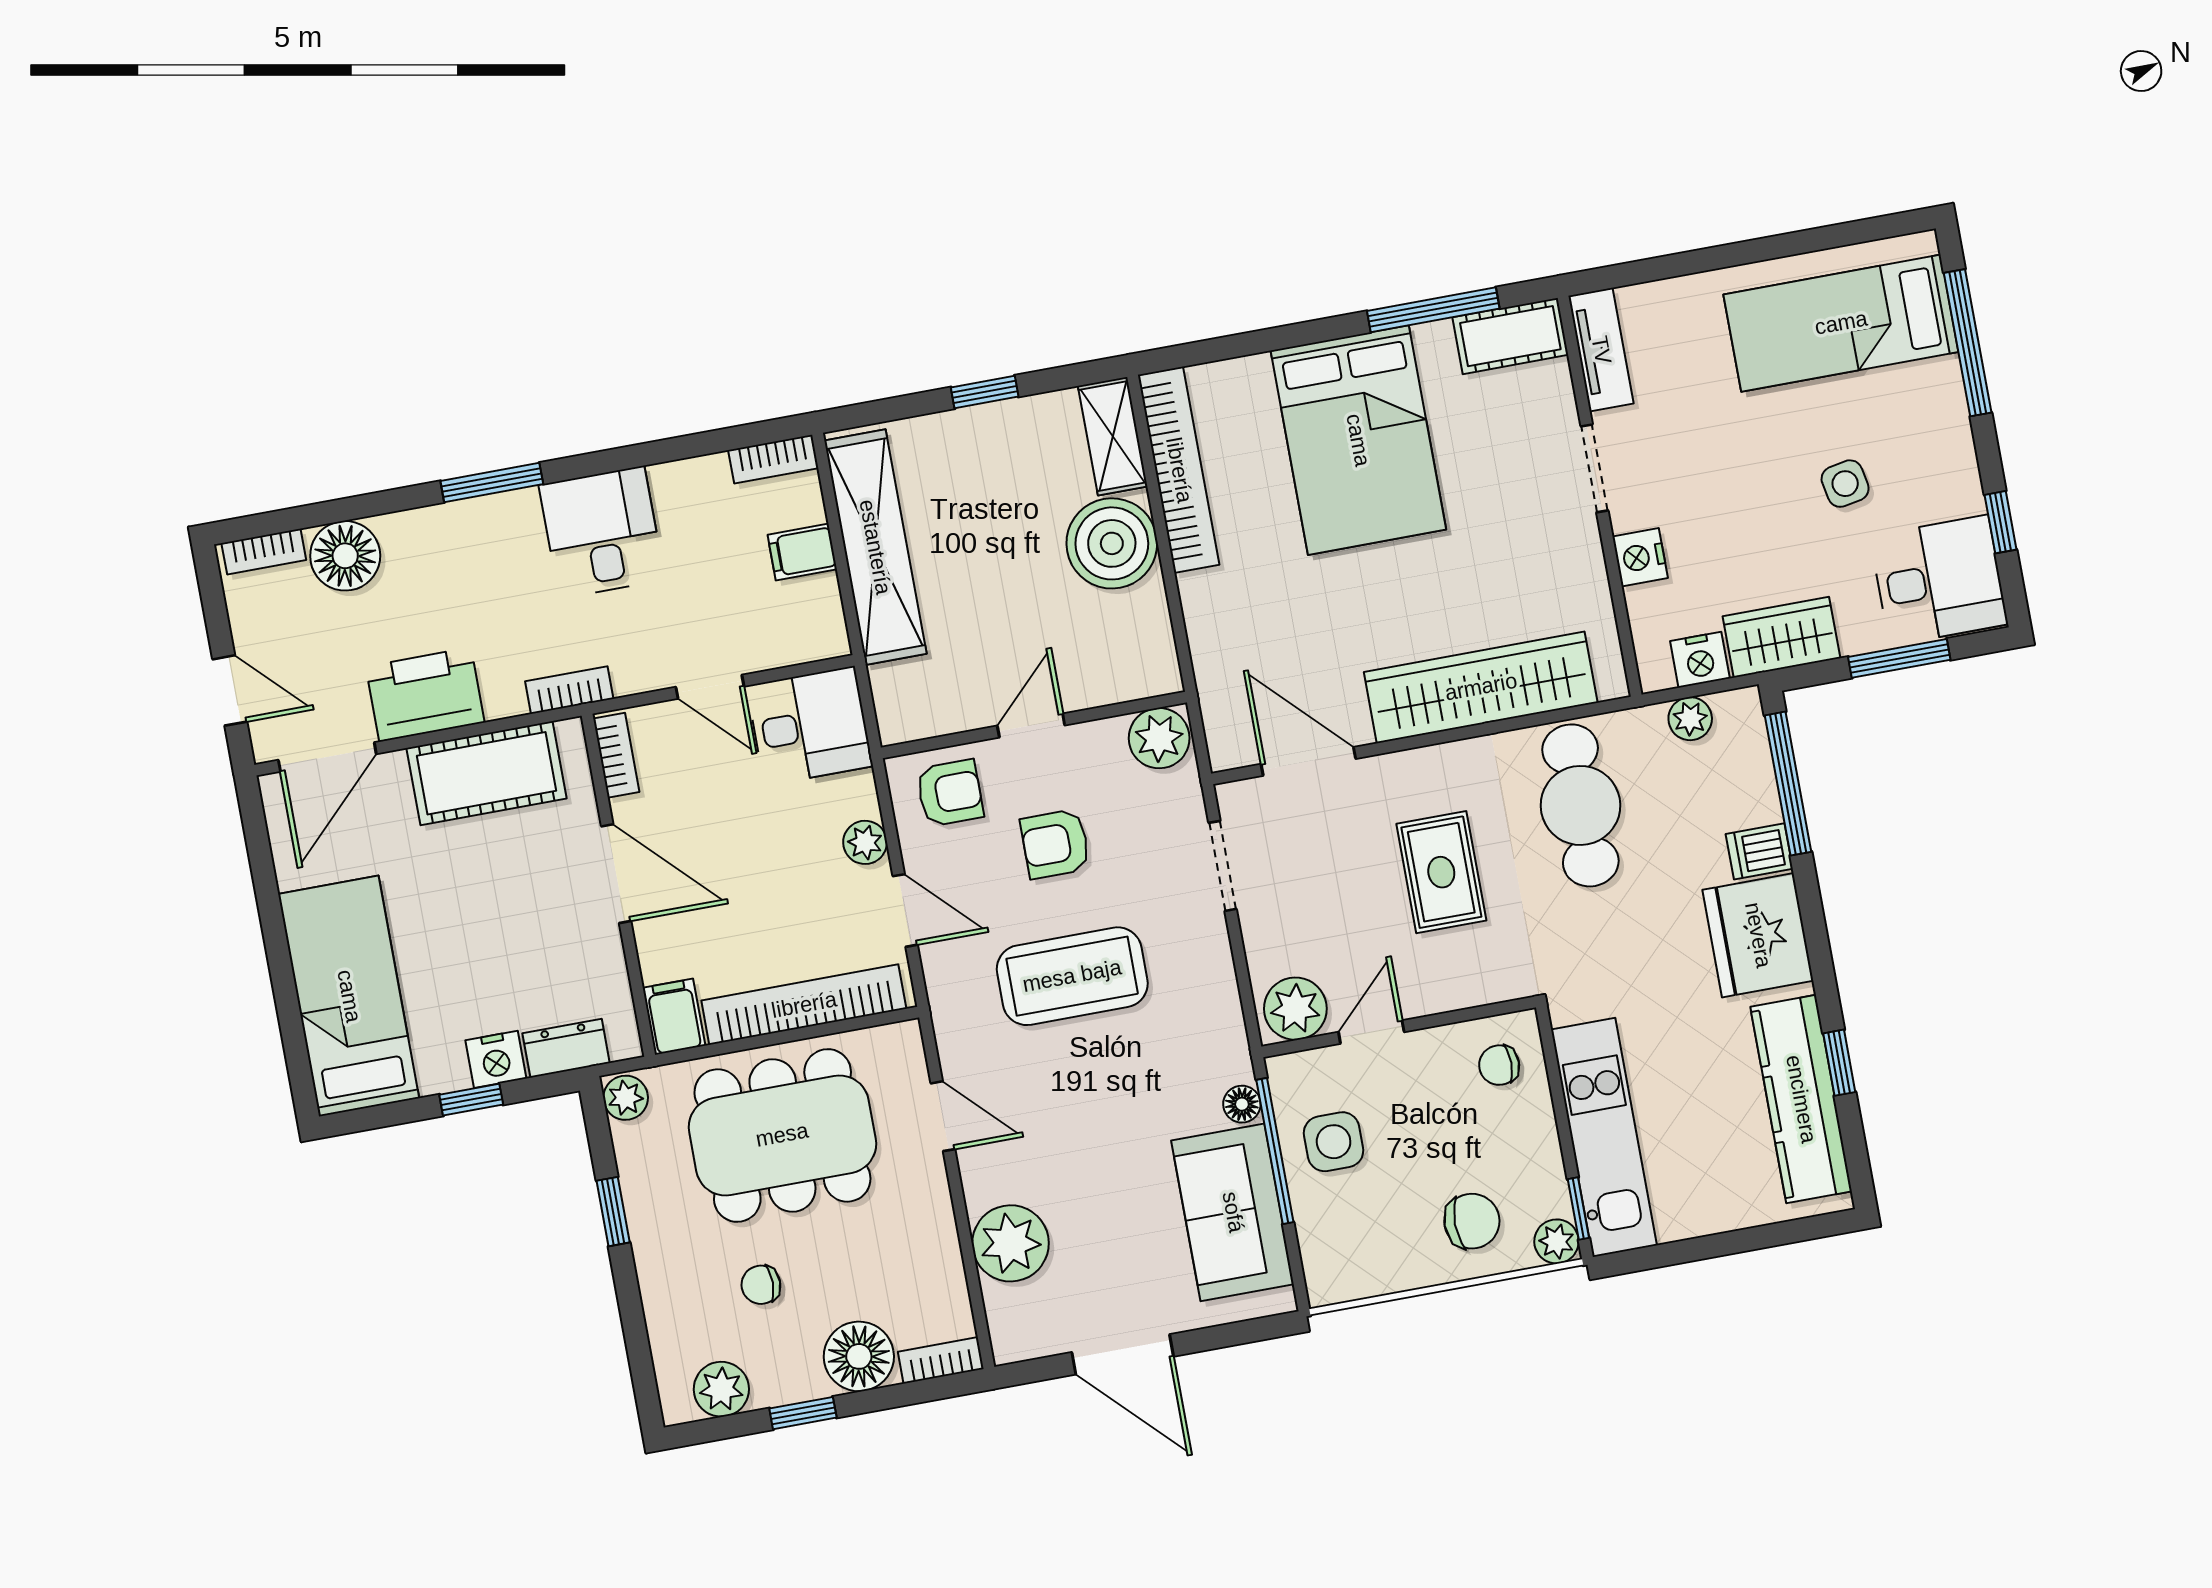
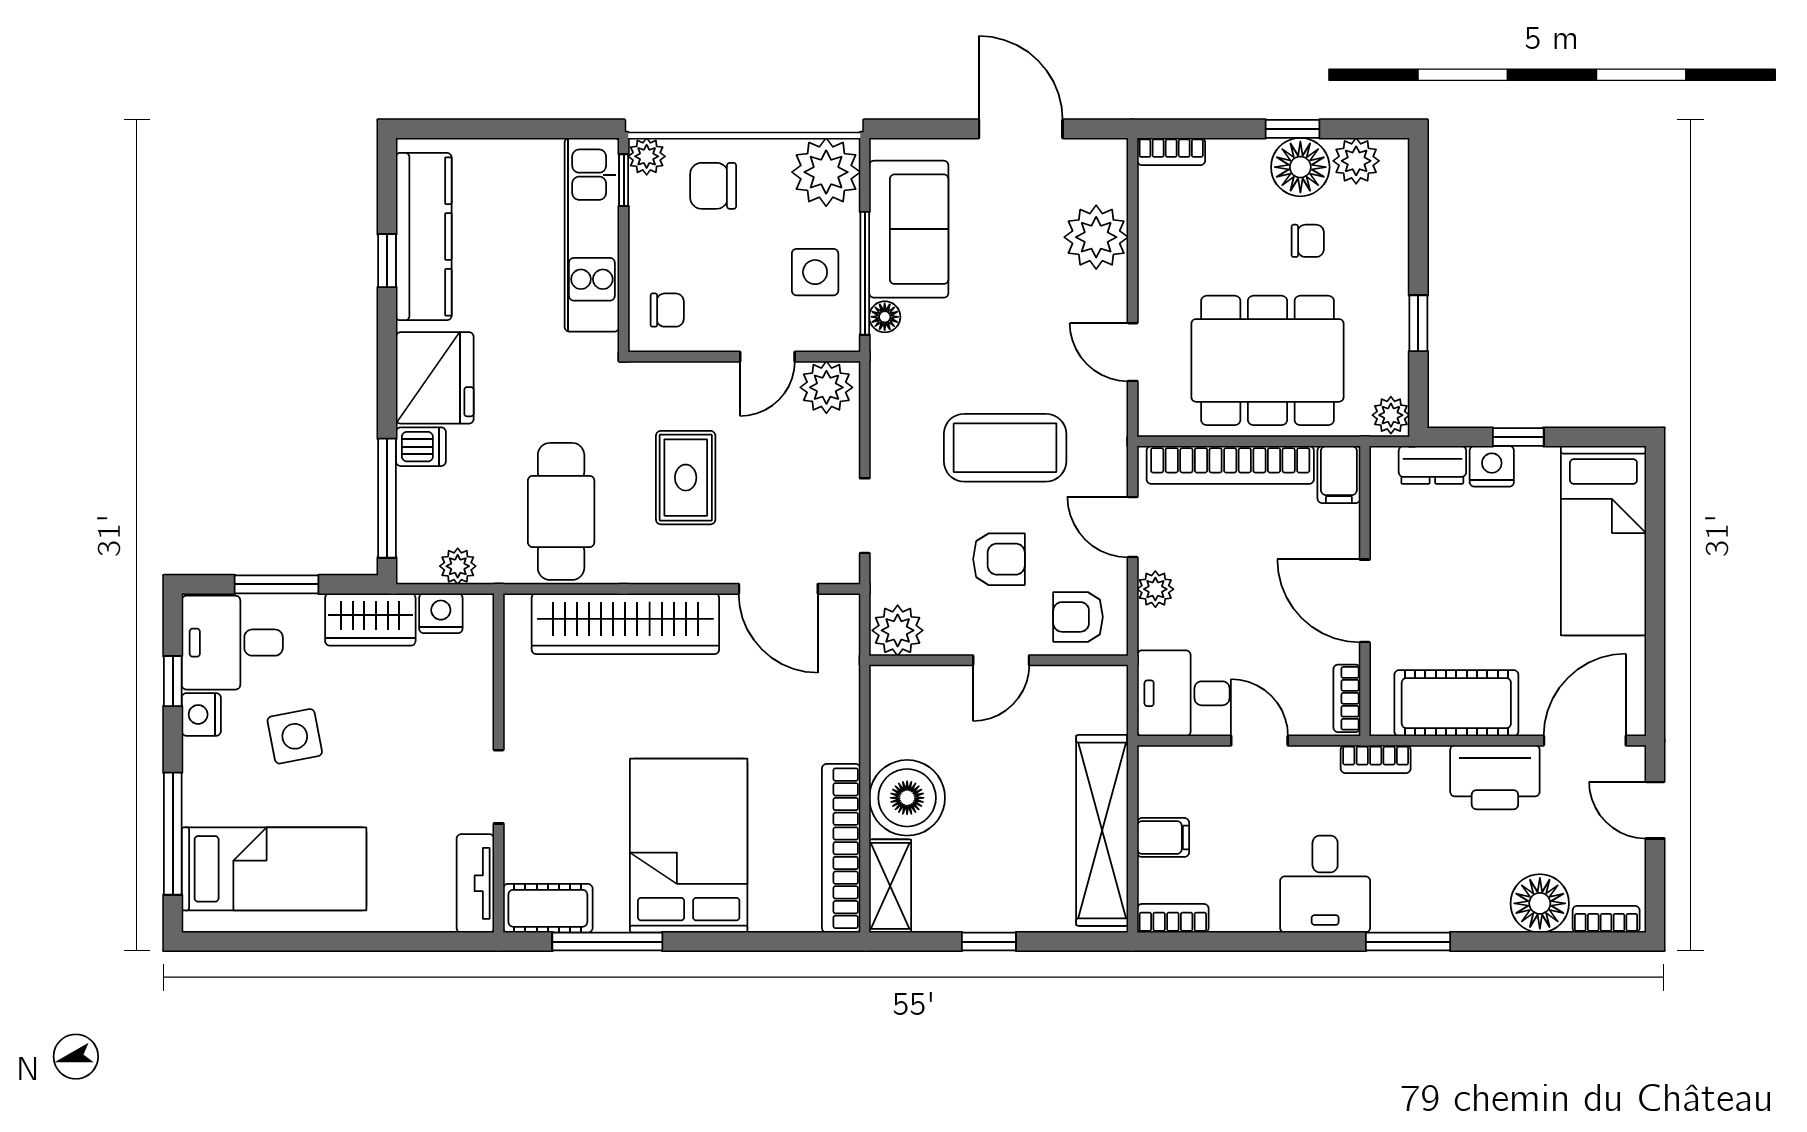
side table: (1845, 484) -> (295, 736), width x1.37, depth x1.37
nightstand: (1640, 557) -> (201, 714), moved, turned 180
plant: (1342, 1262) -> (826, 172), added
floor lamp: (859, 1356) -> (1300, 167), moved

